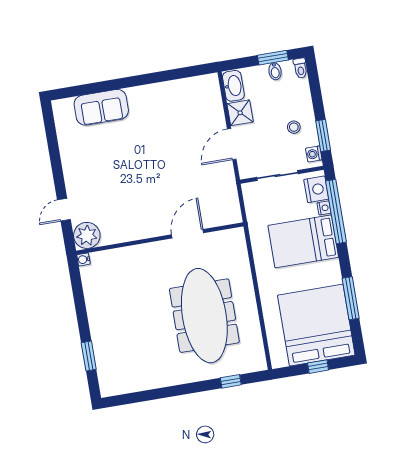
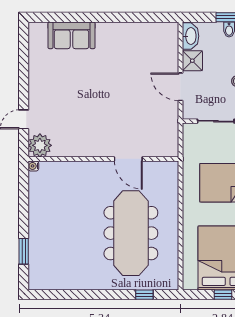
door: (232, 144) -> (180, 87), hinge flipped
door: (188, 234) -> (128, 159), swing flipped

